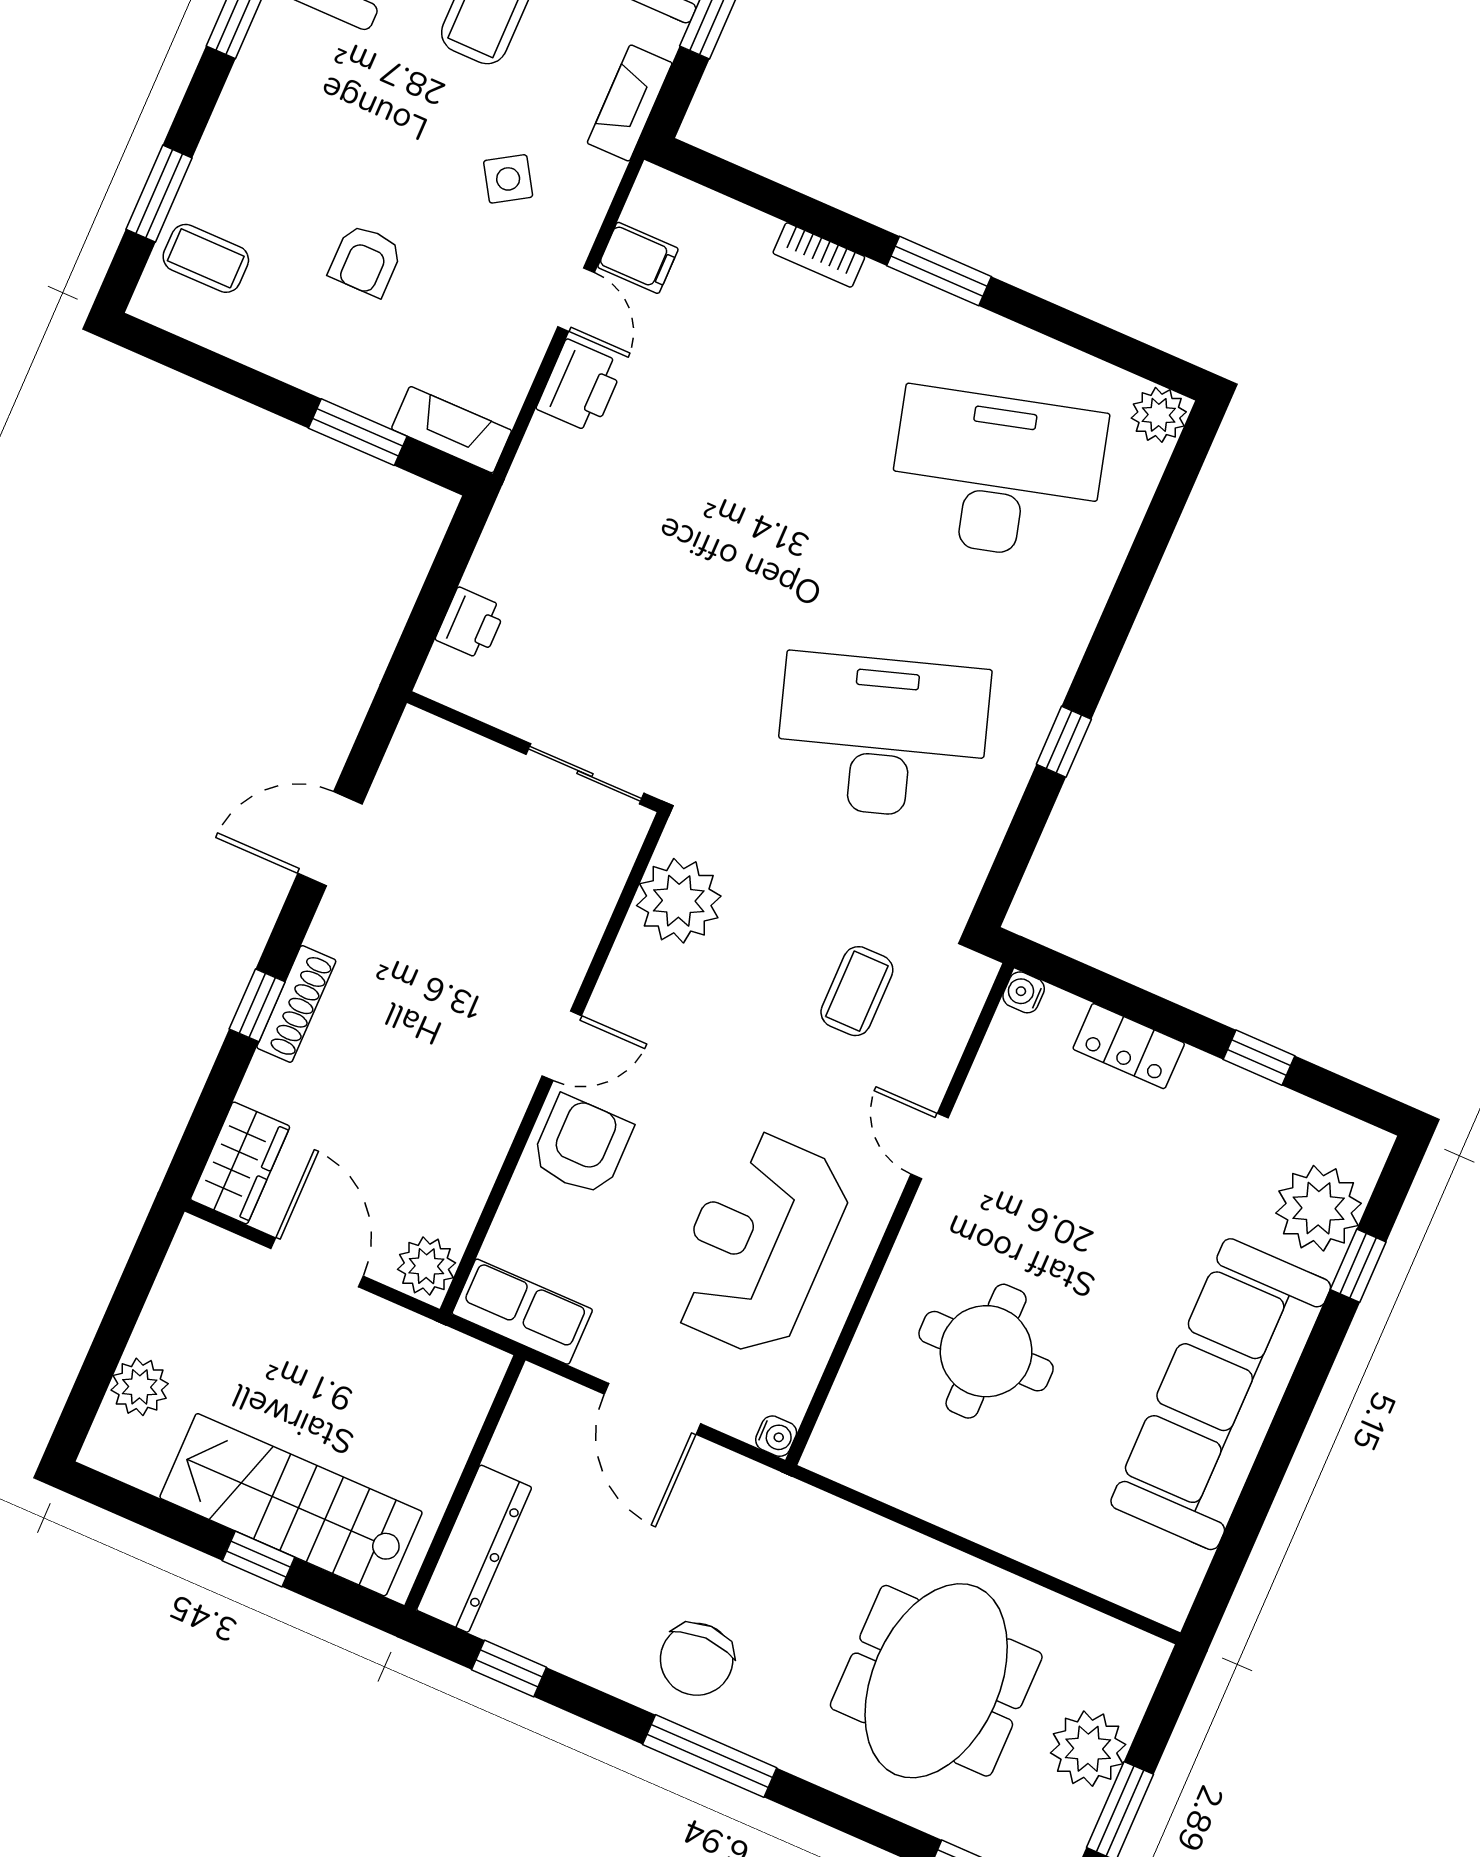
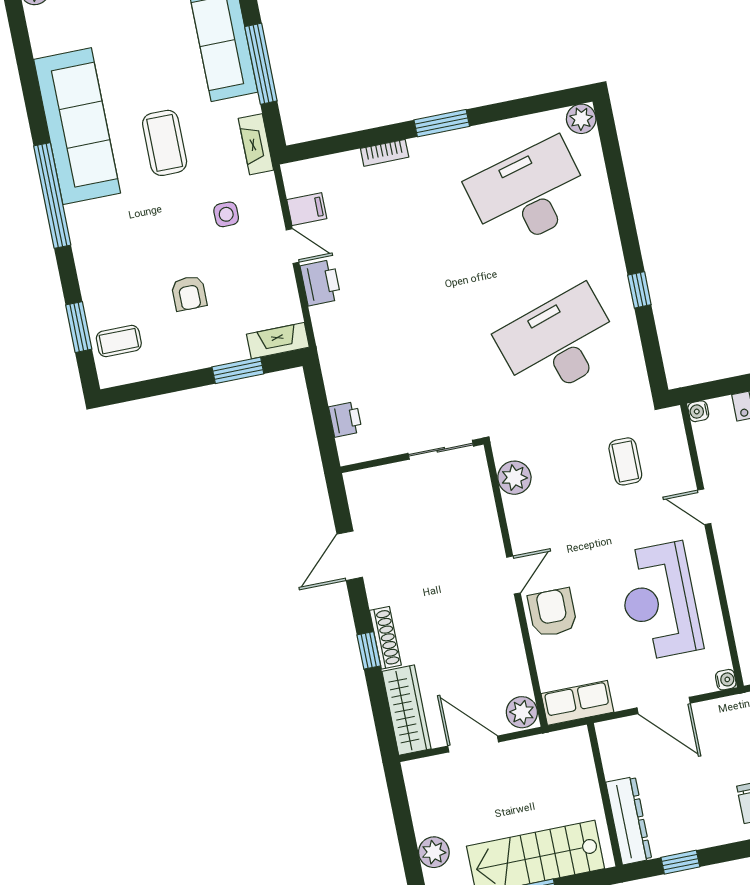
side table: (508, 179) -> (226, 214), turned 32
plant: (679, 901) -> (514, 478), width x0.73, depth x0.73
wardrobe: (240, 1163) -> (406, 710), width x1.50

